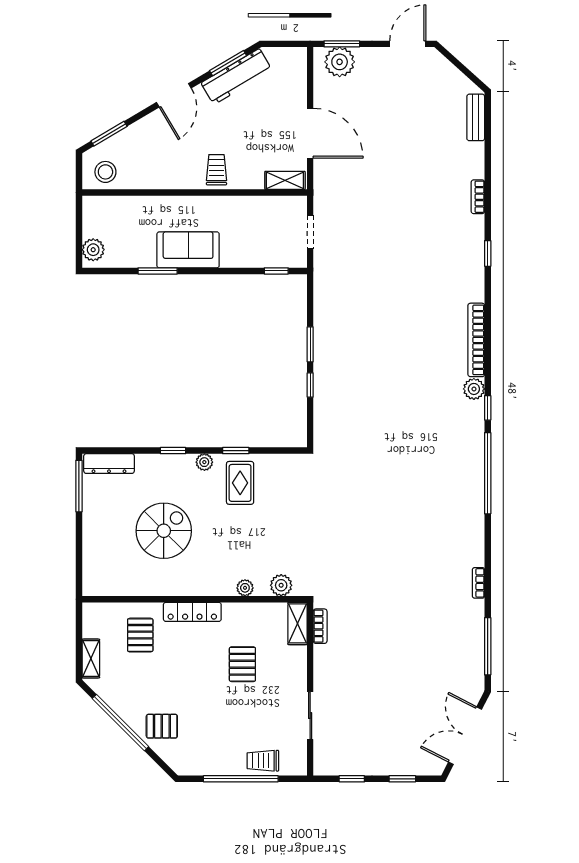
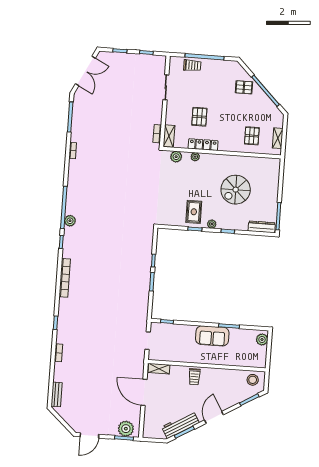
plant: (474, 389) -> (70, 221), moved
locker: (192, 612) -> (203, 145), moved
shelving: (91, 659) -> (278, 138), moved

